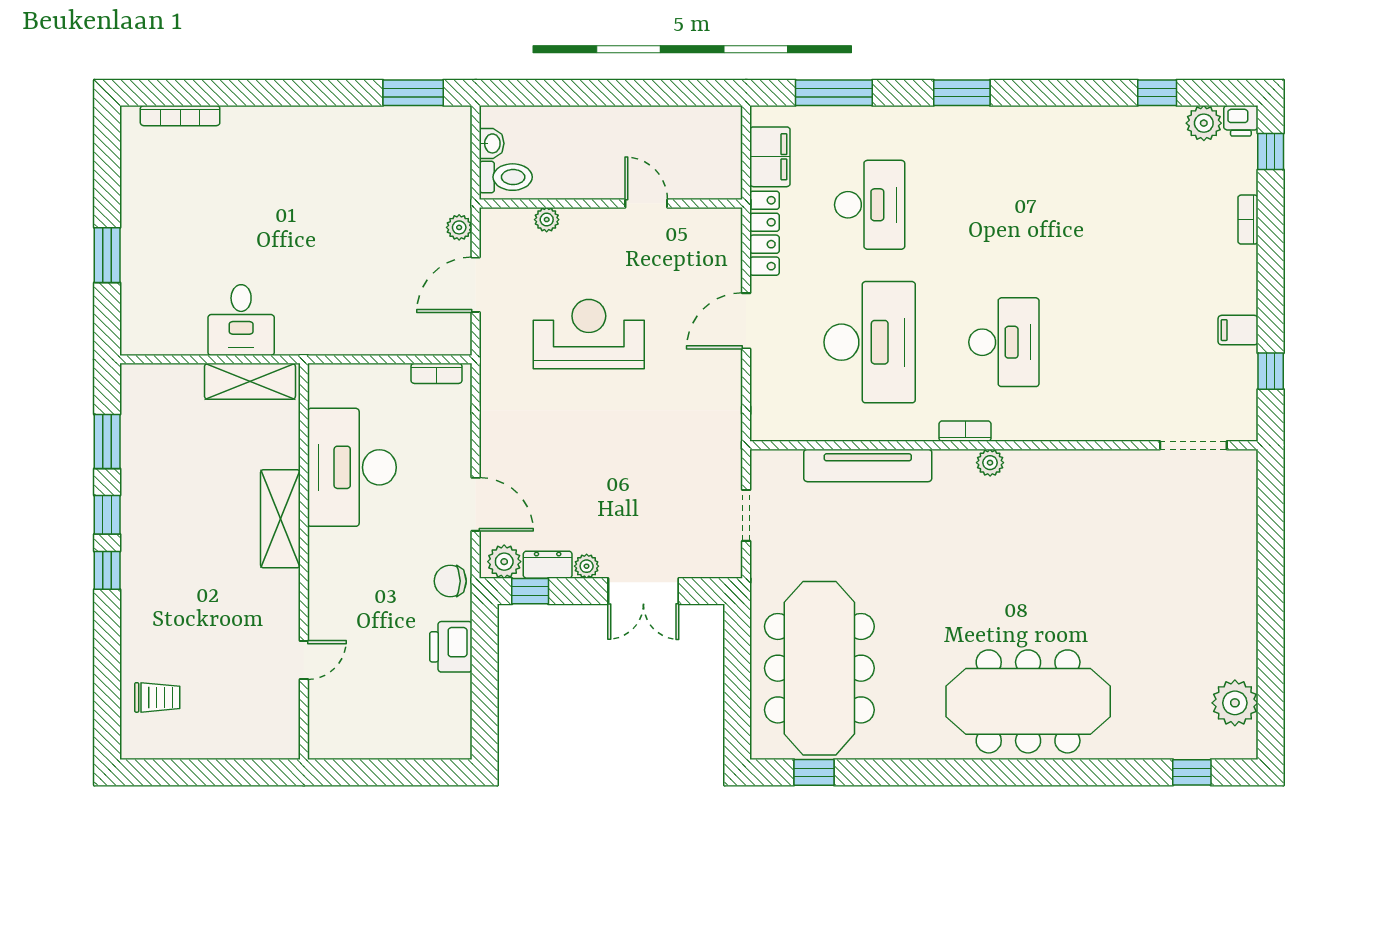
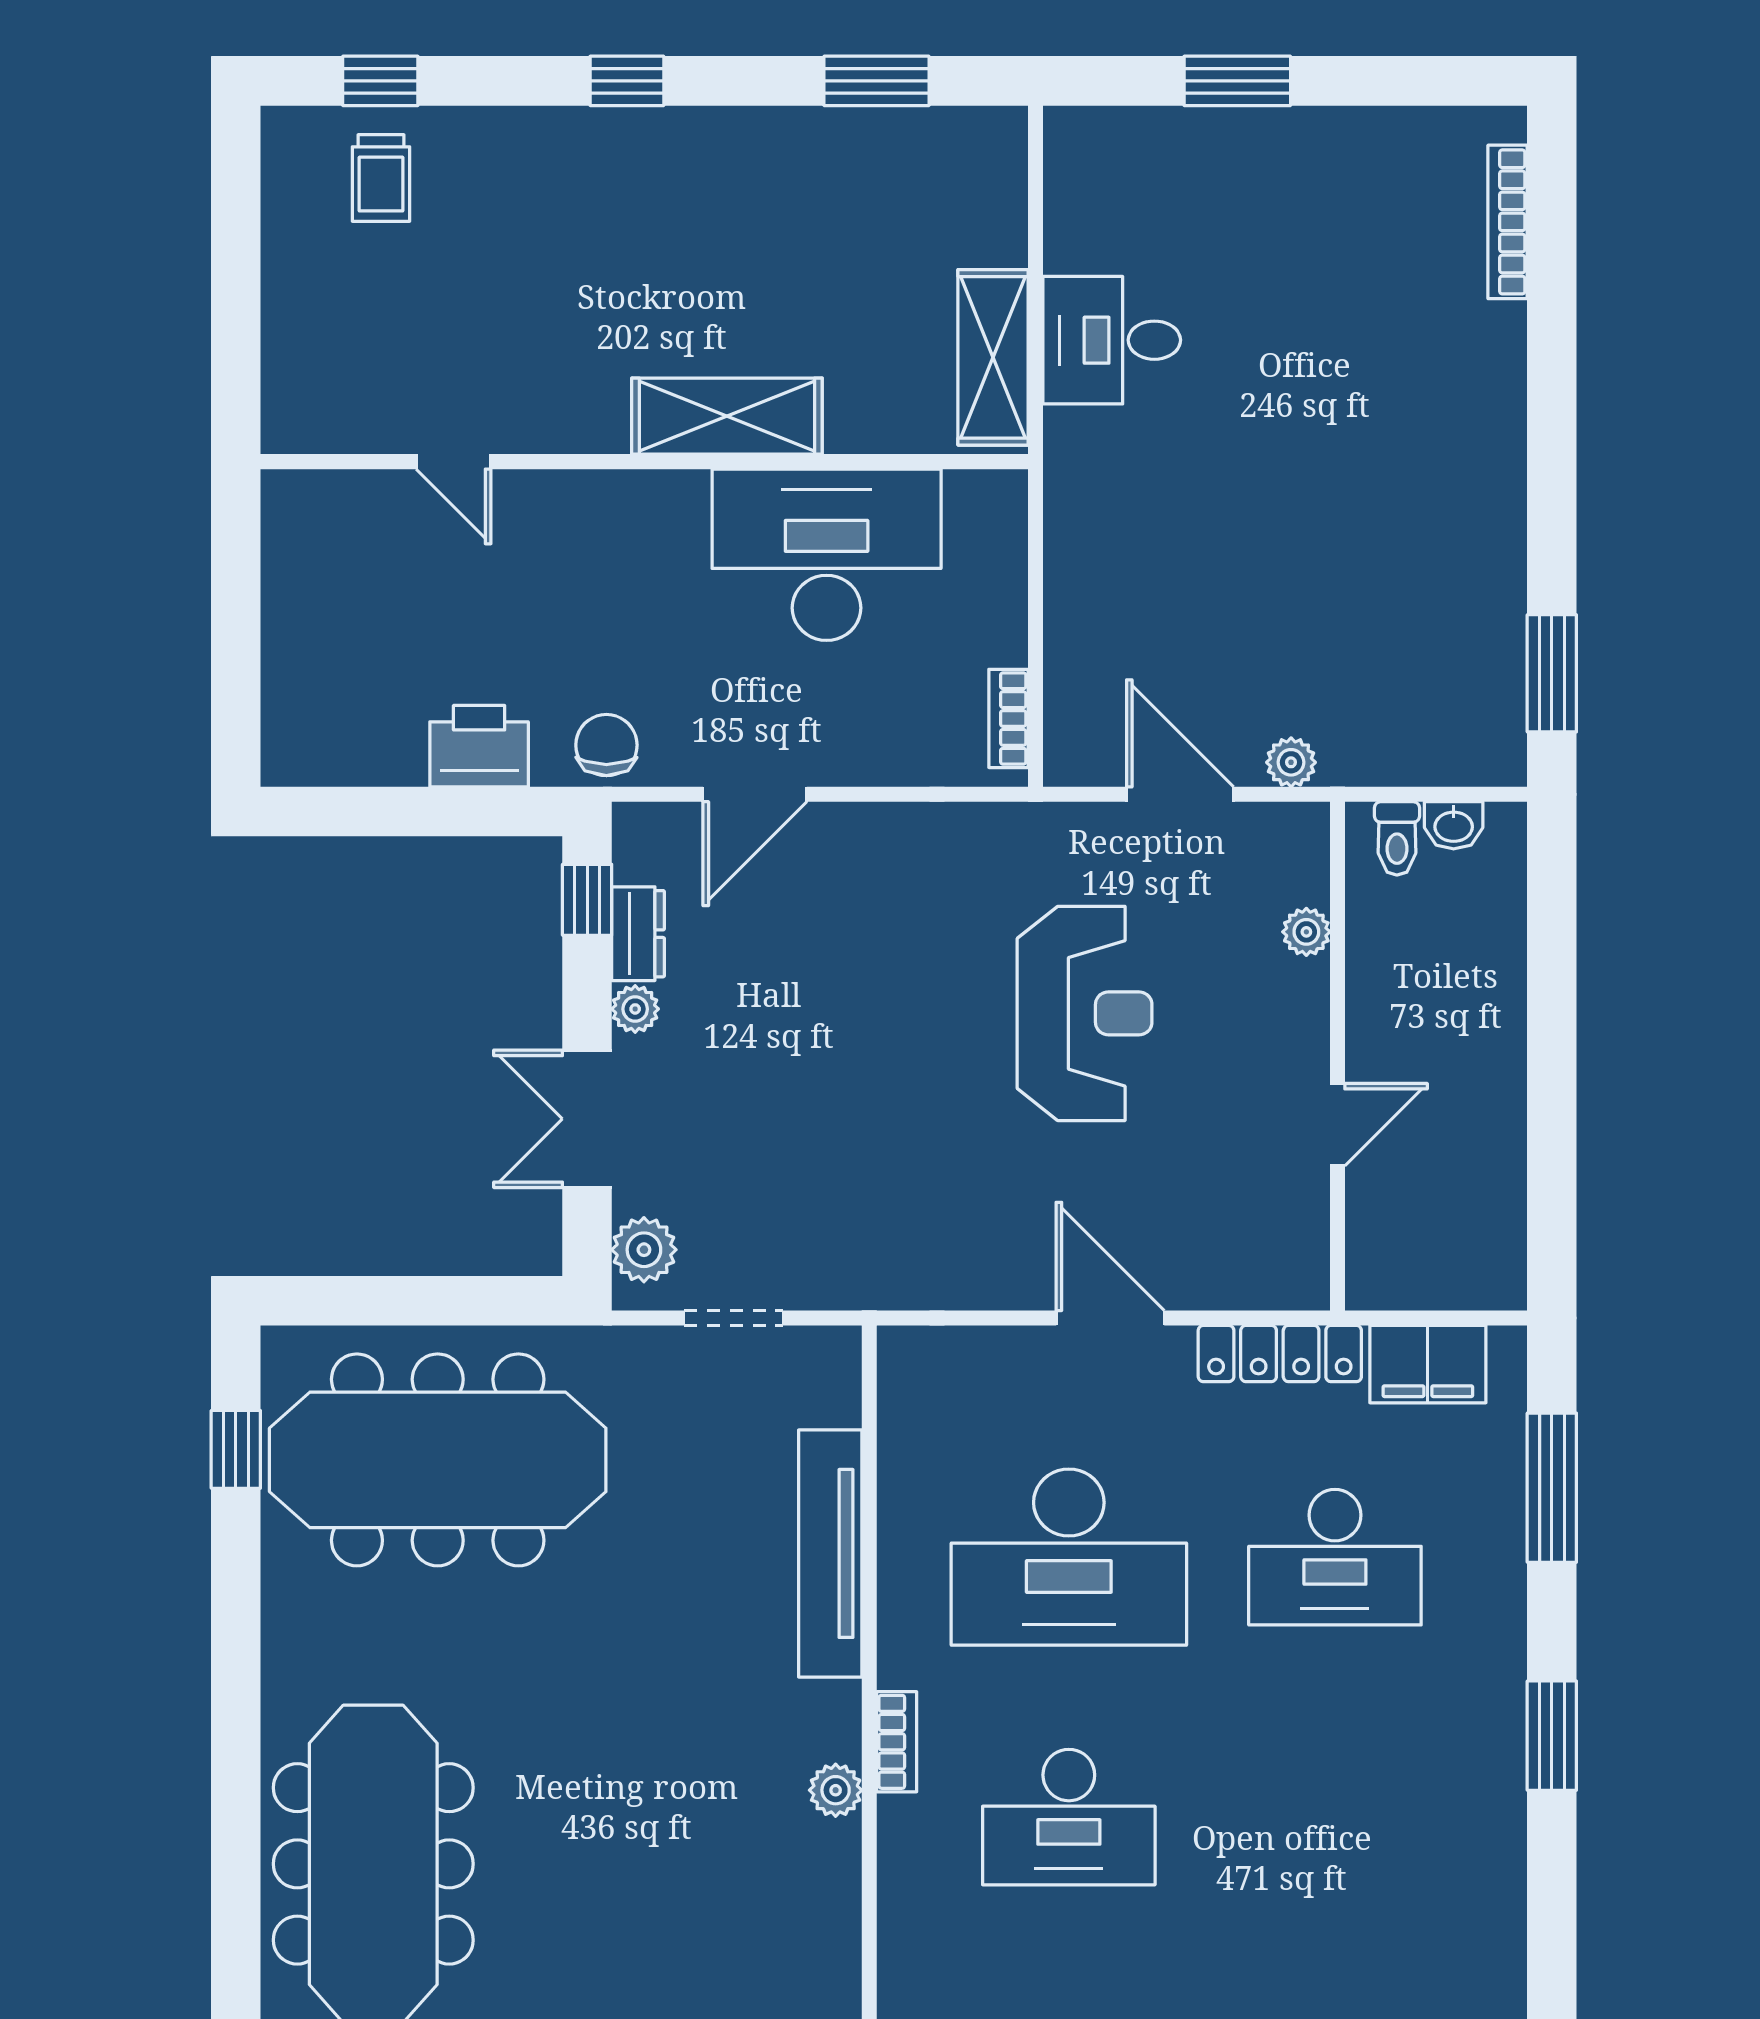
toilet: (506, 177) -> (1397, 838), width x0.73, depth x0.72
window: (107, 515) -> (380, 81), moved
plant: (504, 562) -> (644, 1250), moved

